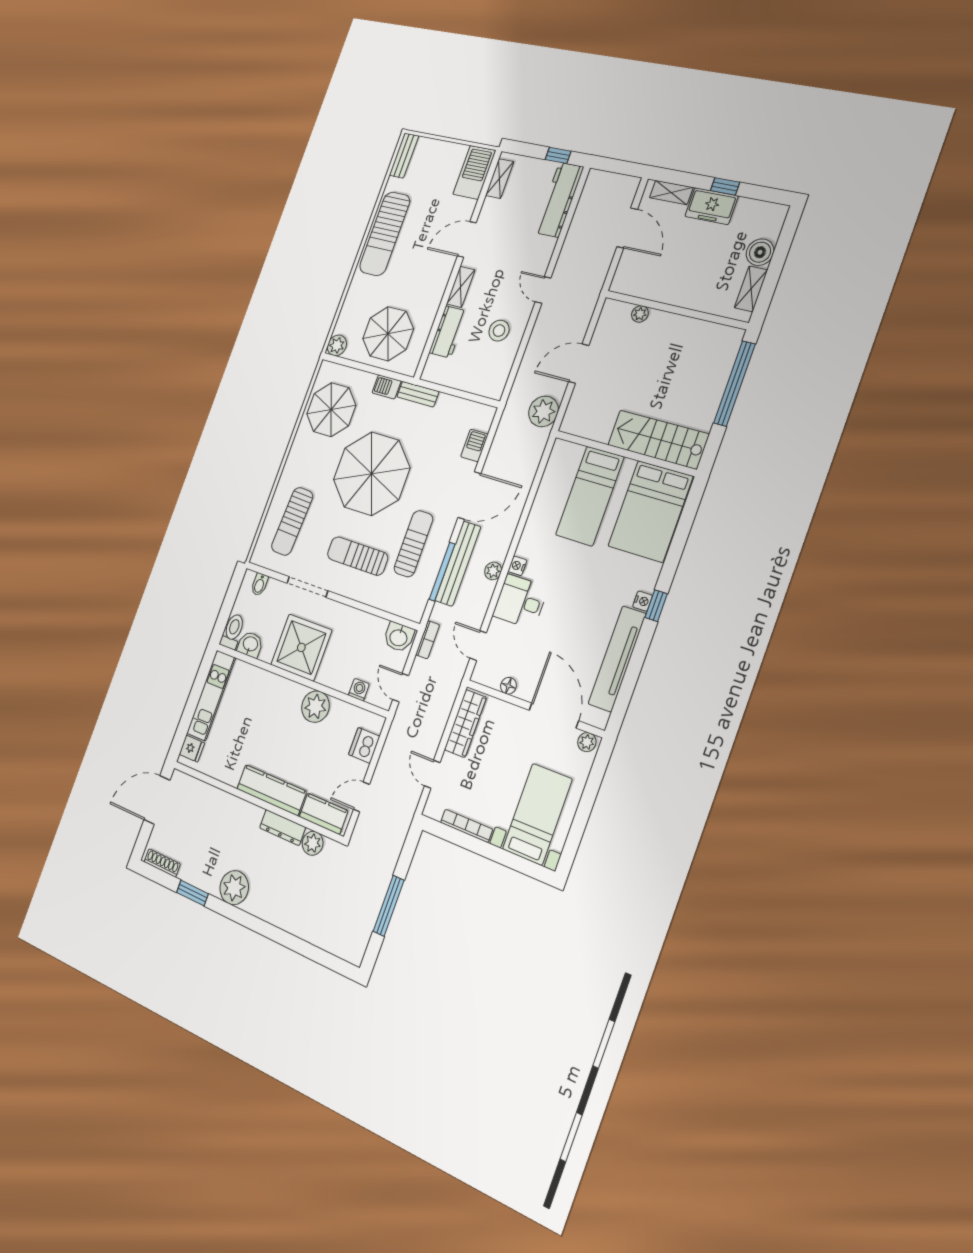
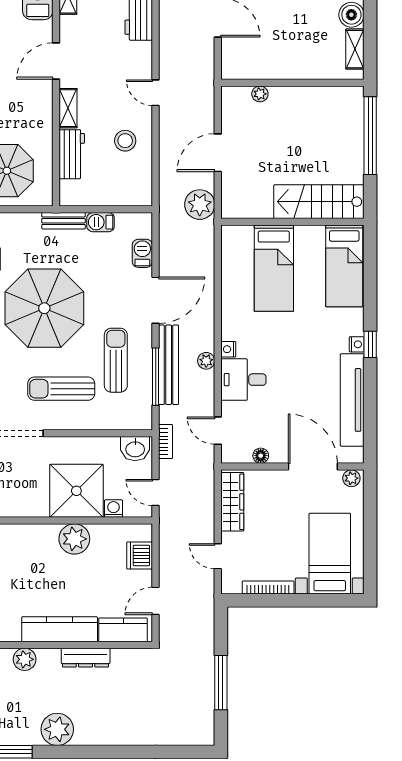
barbecue: (387, 387) -> (101, 222), moved
bed: (650, 511) -> (344, 266), width x0.67
shower: (301, 647) -> (76, 491), moved
plant: (313, 843) -> (25, 659), moved

